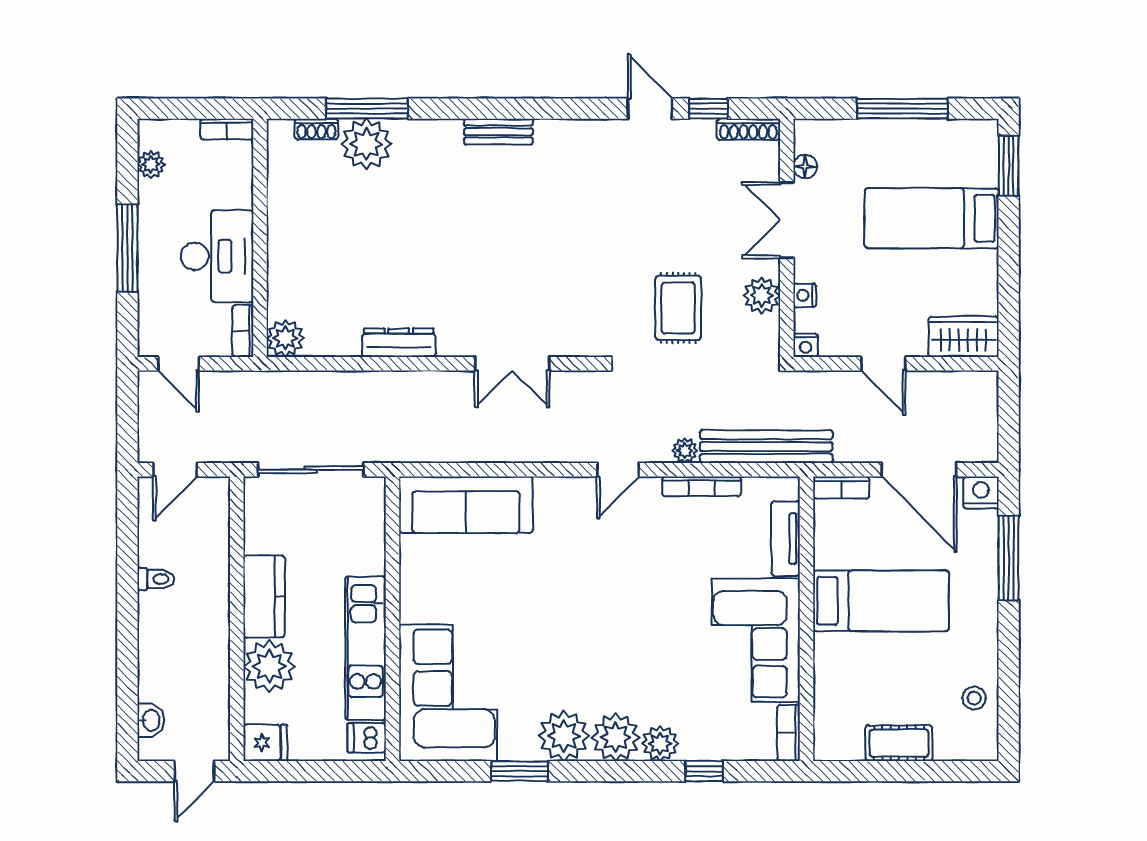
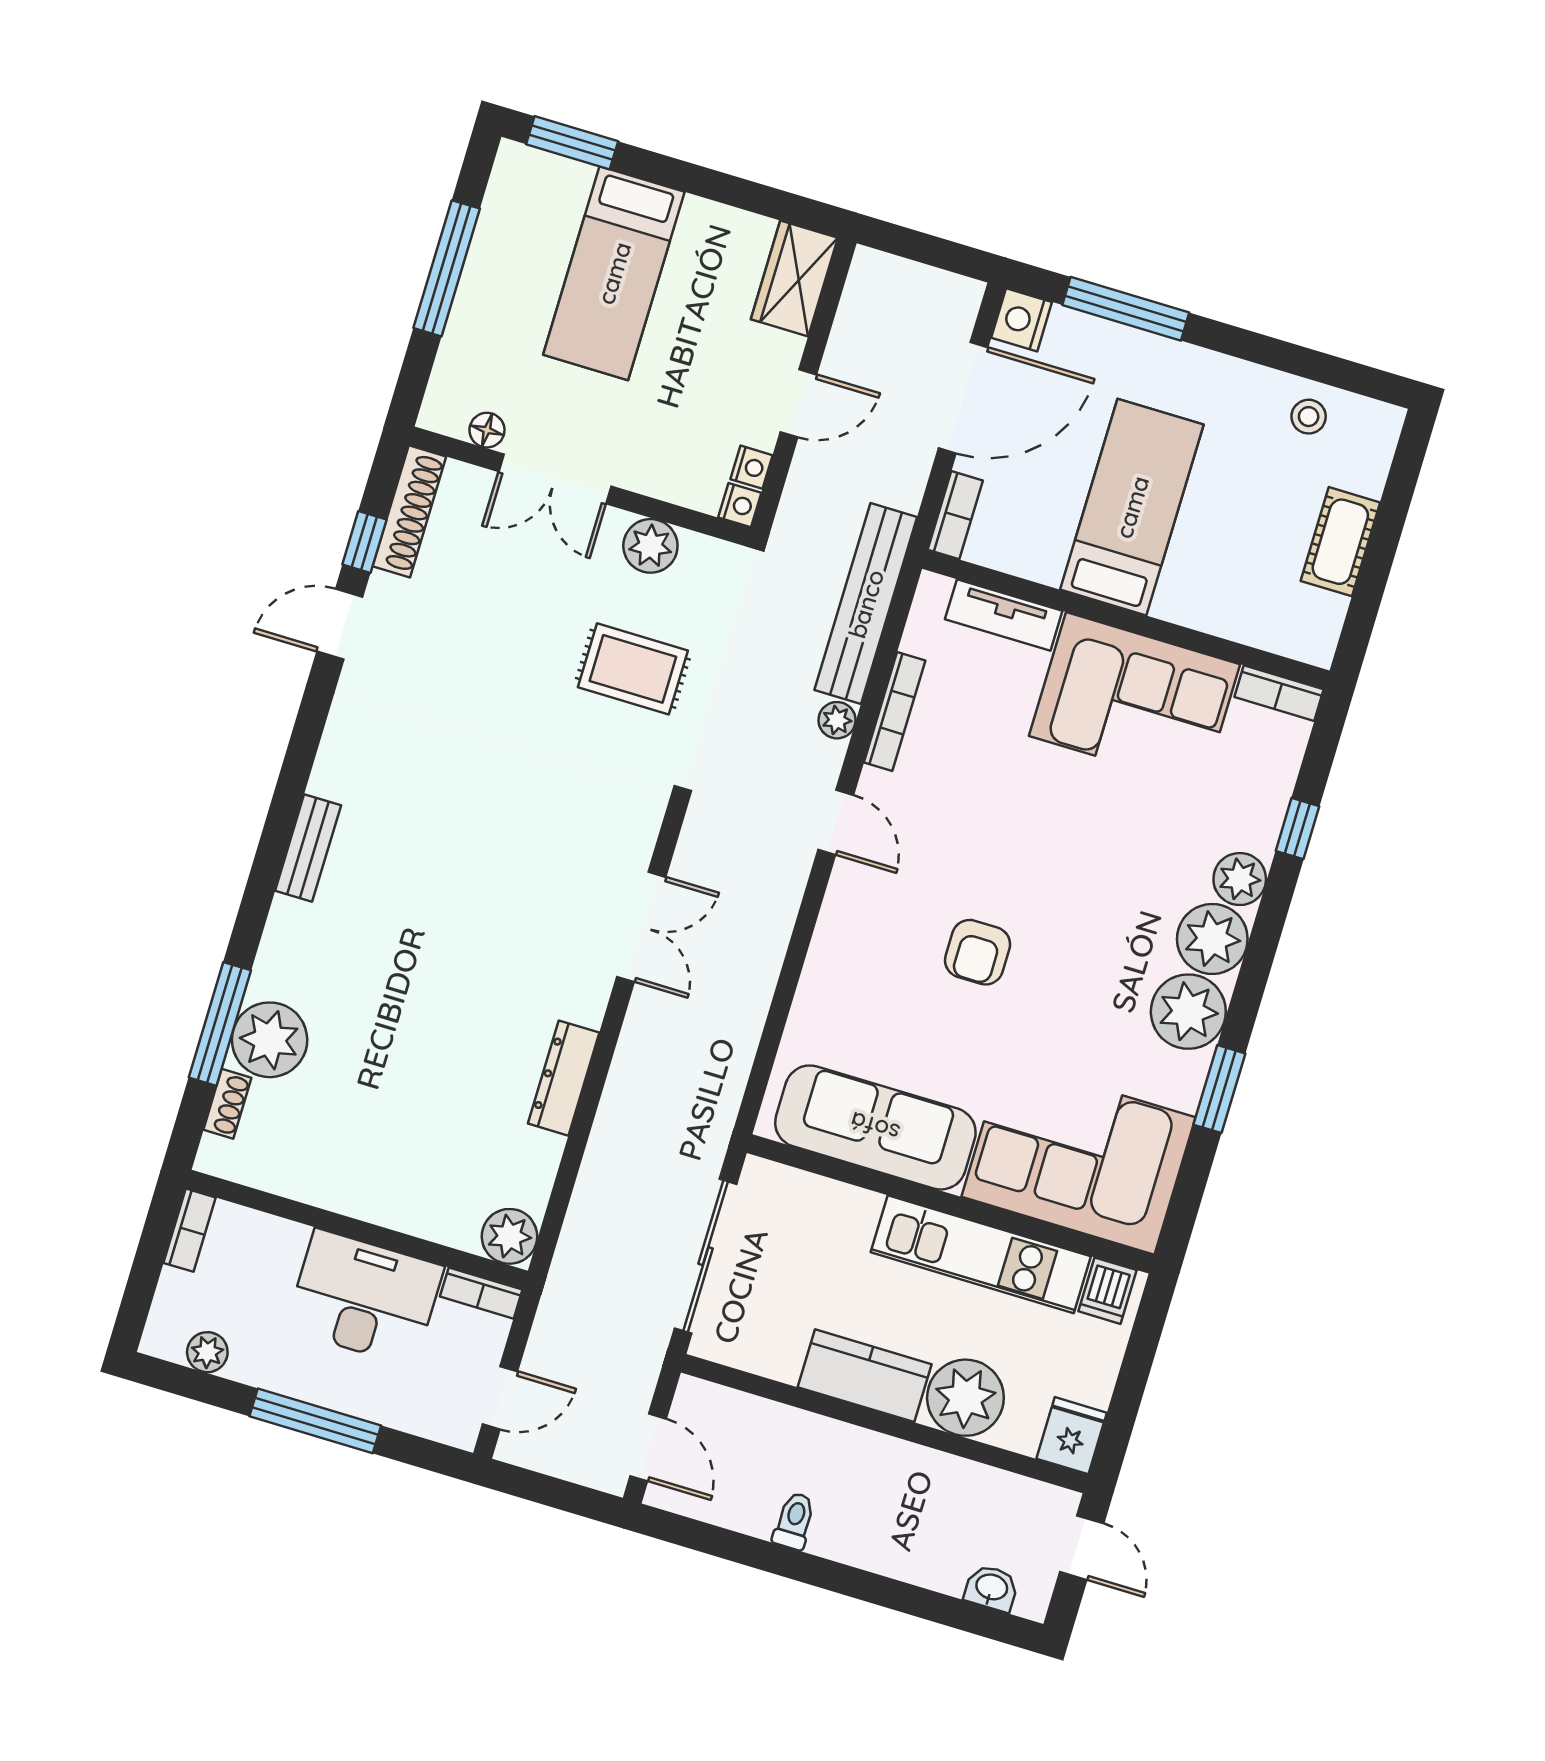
shoe rack: (748, 129) -> (409, 511), width x1.36, depth x1.24
nightstand: (805, 295) -> (752, 467), moved, turned -90
sofa: (466, 505) -> (875, 1127), moved, turned -90
armchair: (561, 587) -> (978, 952), added

